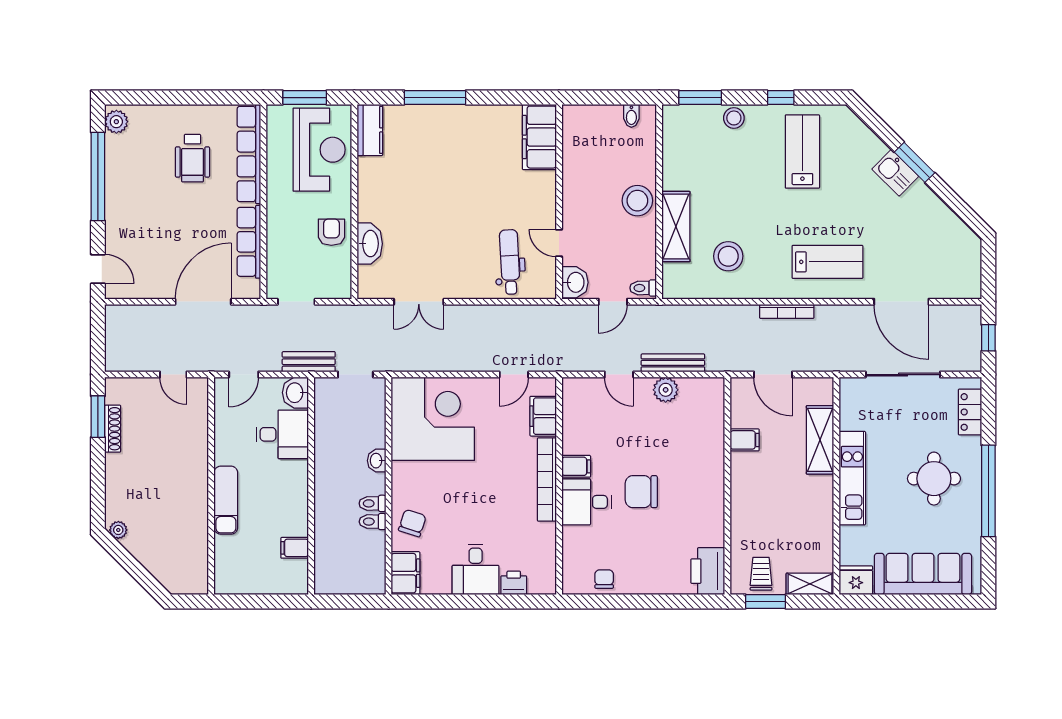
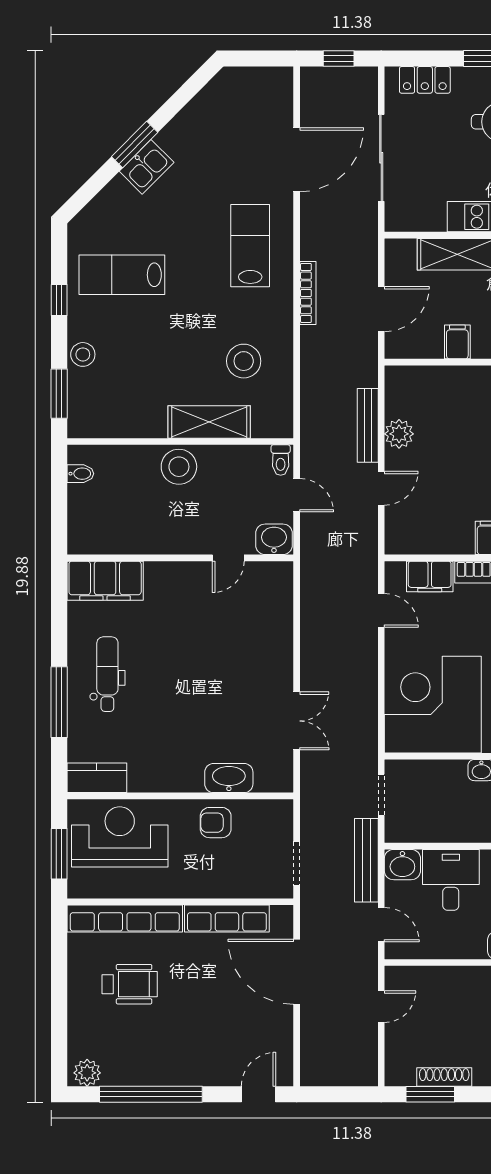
dental chair: (510, 262) -> (107, 674), moved, turned 93
bench: (309, 362) -> (366, 860), width x1.36

